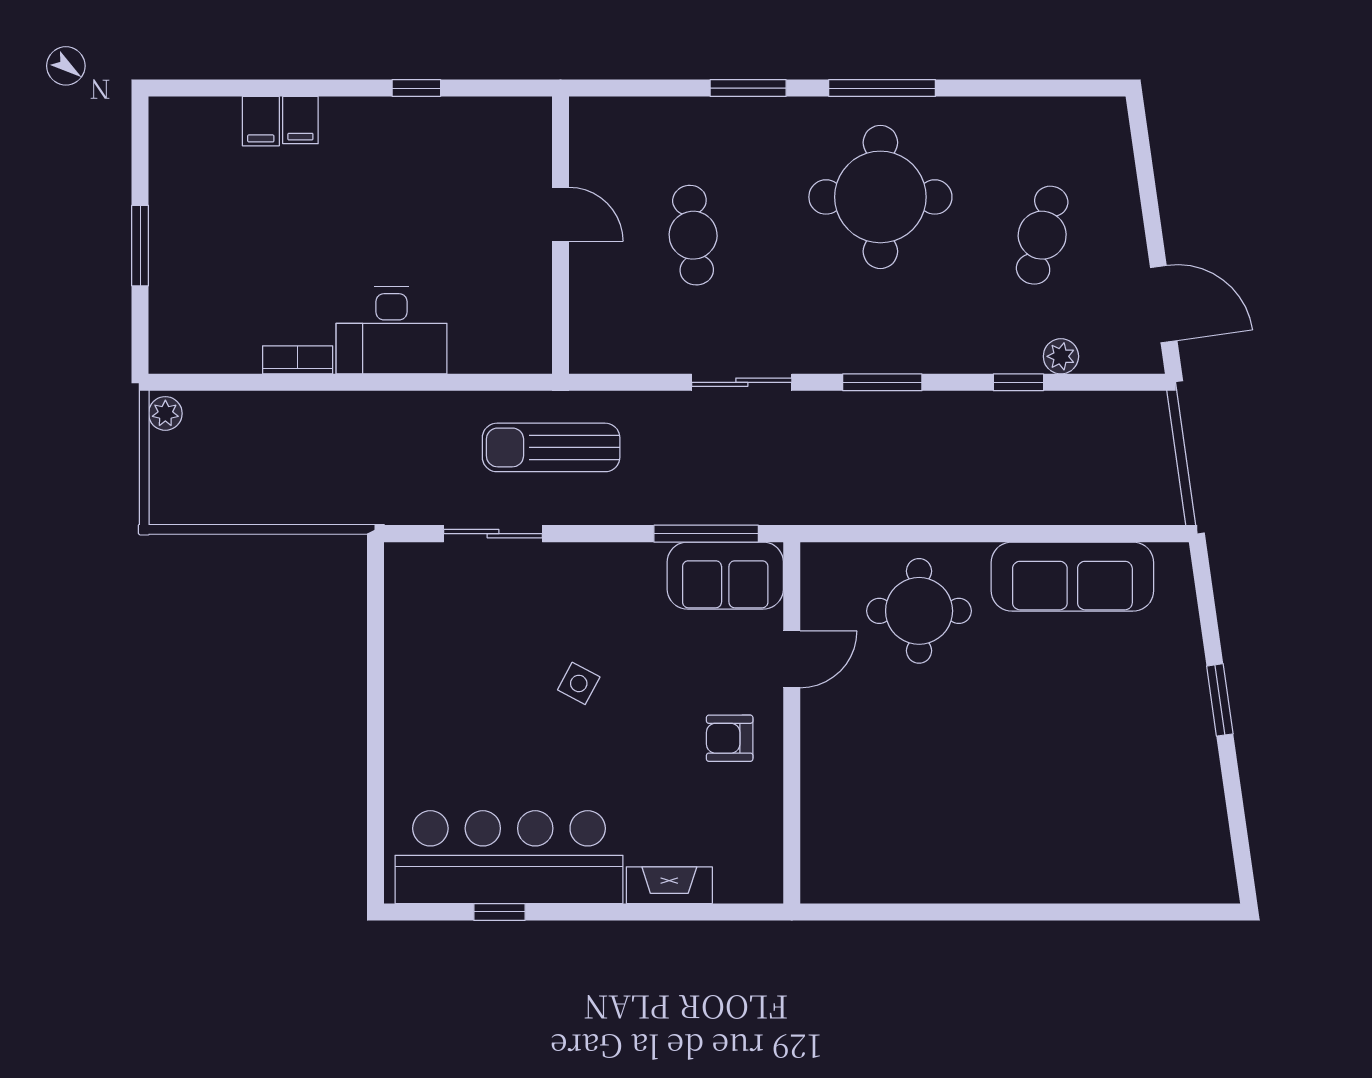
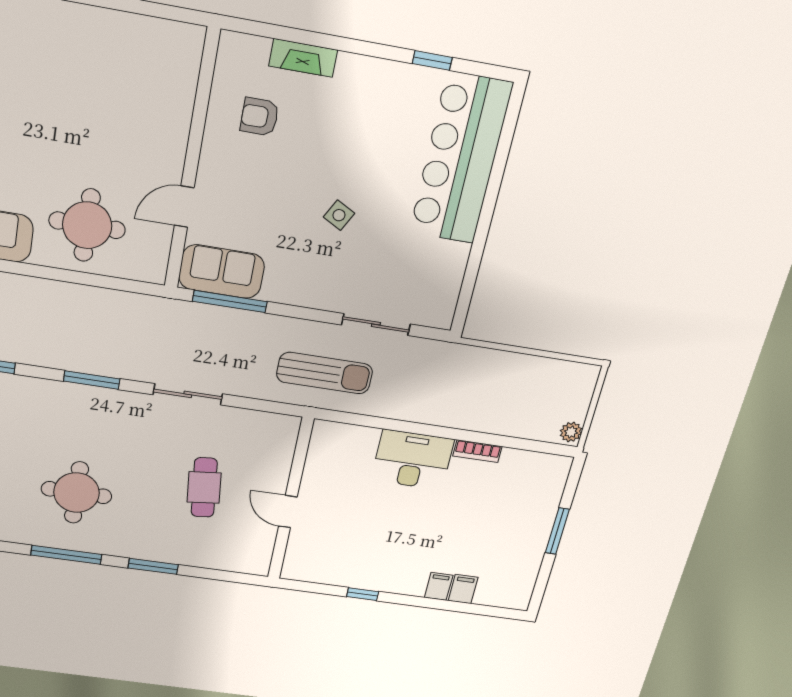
round table: (880, 197) -> (76, 493), width x0.73, depth x0.73
armchair: (730, 738) -> (260, 117), moved, turned 180
bar counter: (509, 857) -> (460, 159), moved, turned 90

